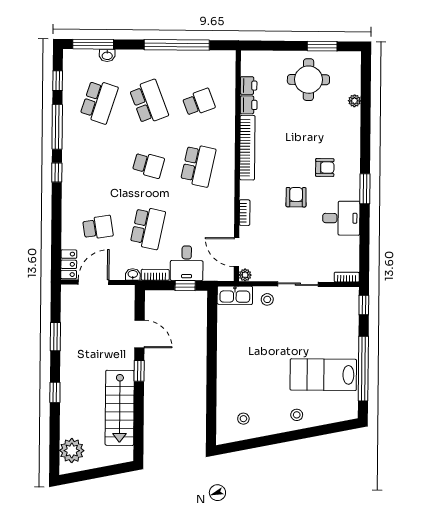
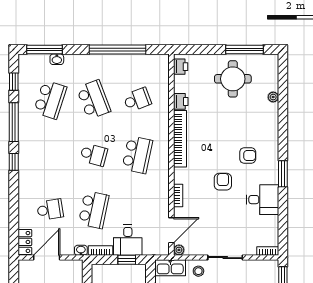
window: (322, 46) -> (245, 50), width x1.44
printer: (249, 86) -> (181, 67), moved
door: (237, 252) -> (171, 230), swing flipped

